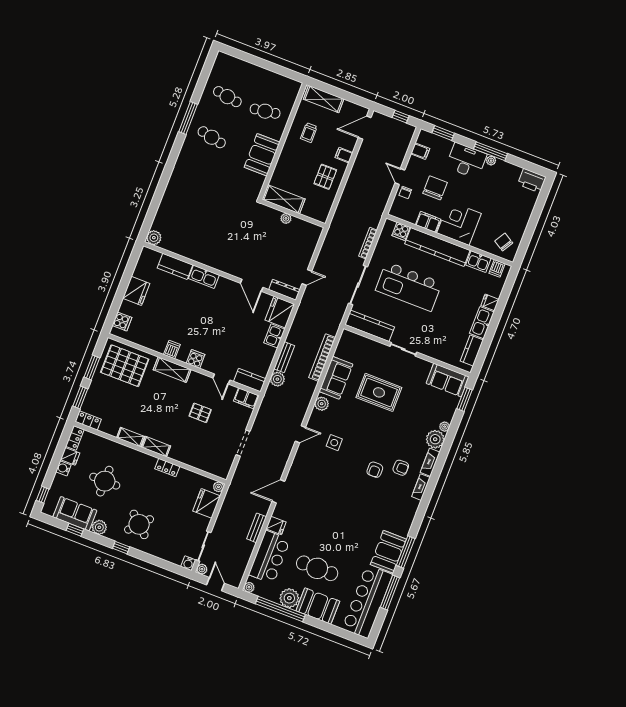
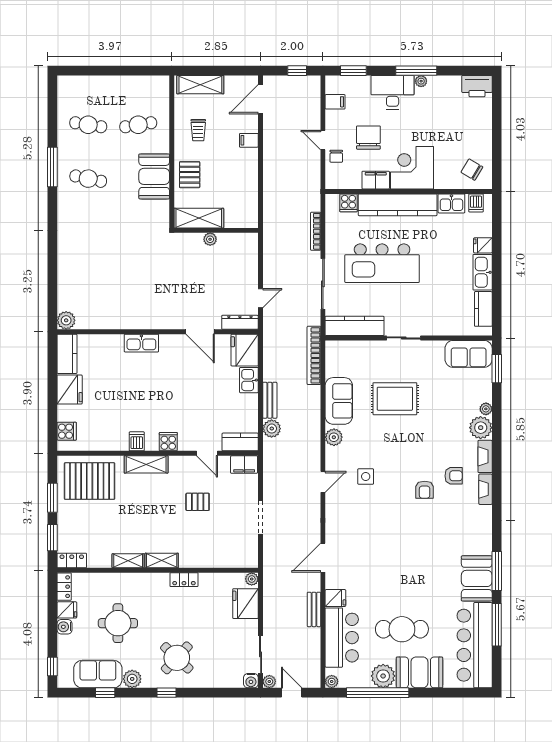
pallet: (325, 177) -> (190, 175), moved
kitchen counter: (175, 266) -> (67, 354), moved, turned -90
bookcase: (322, 358) -> (314, 355), moved

